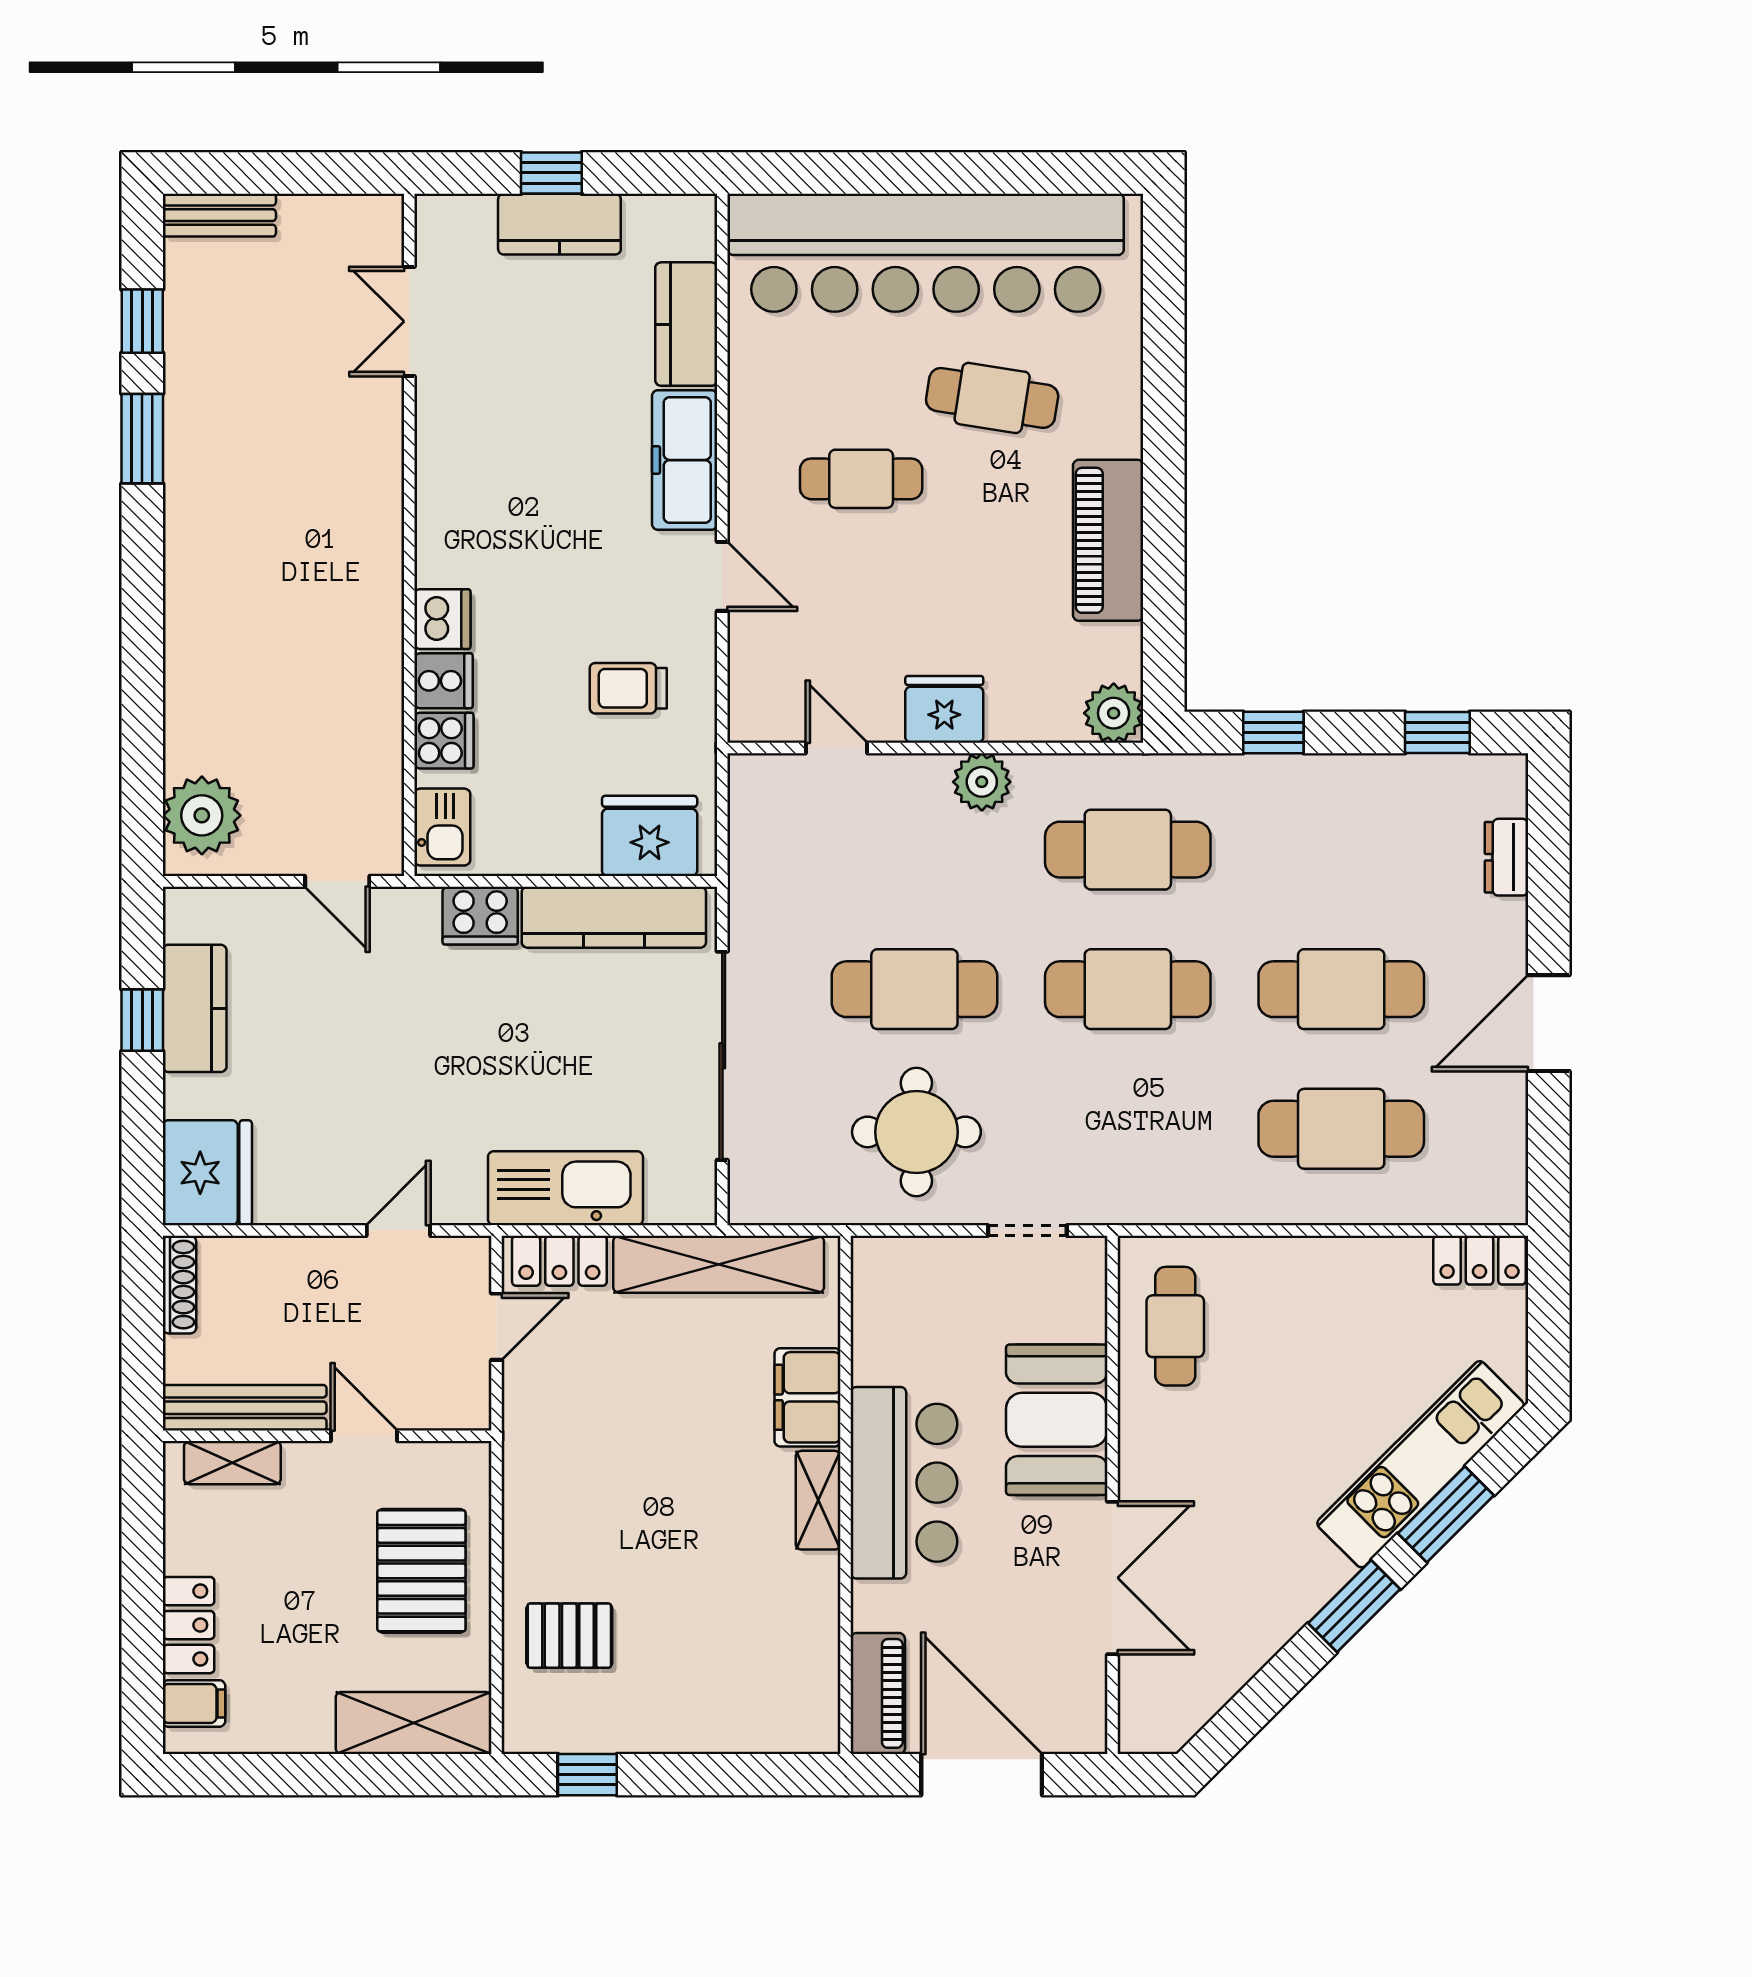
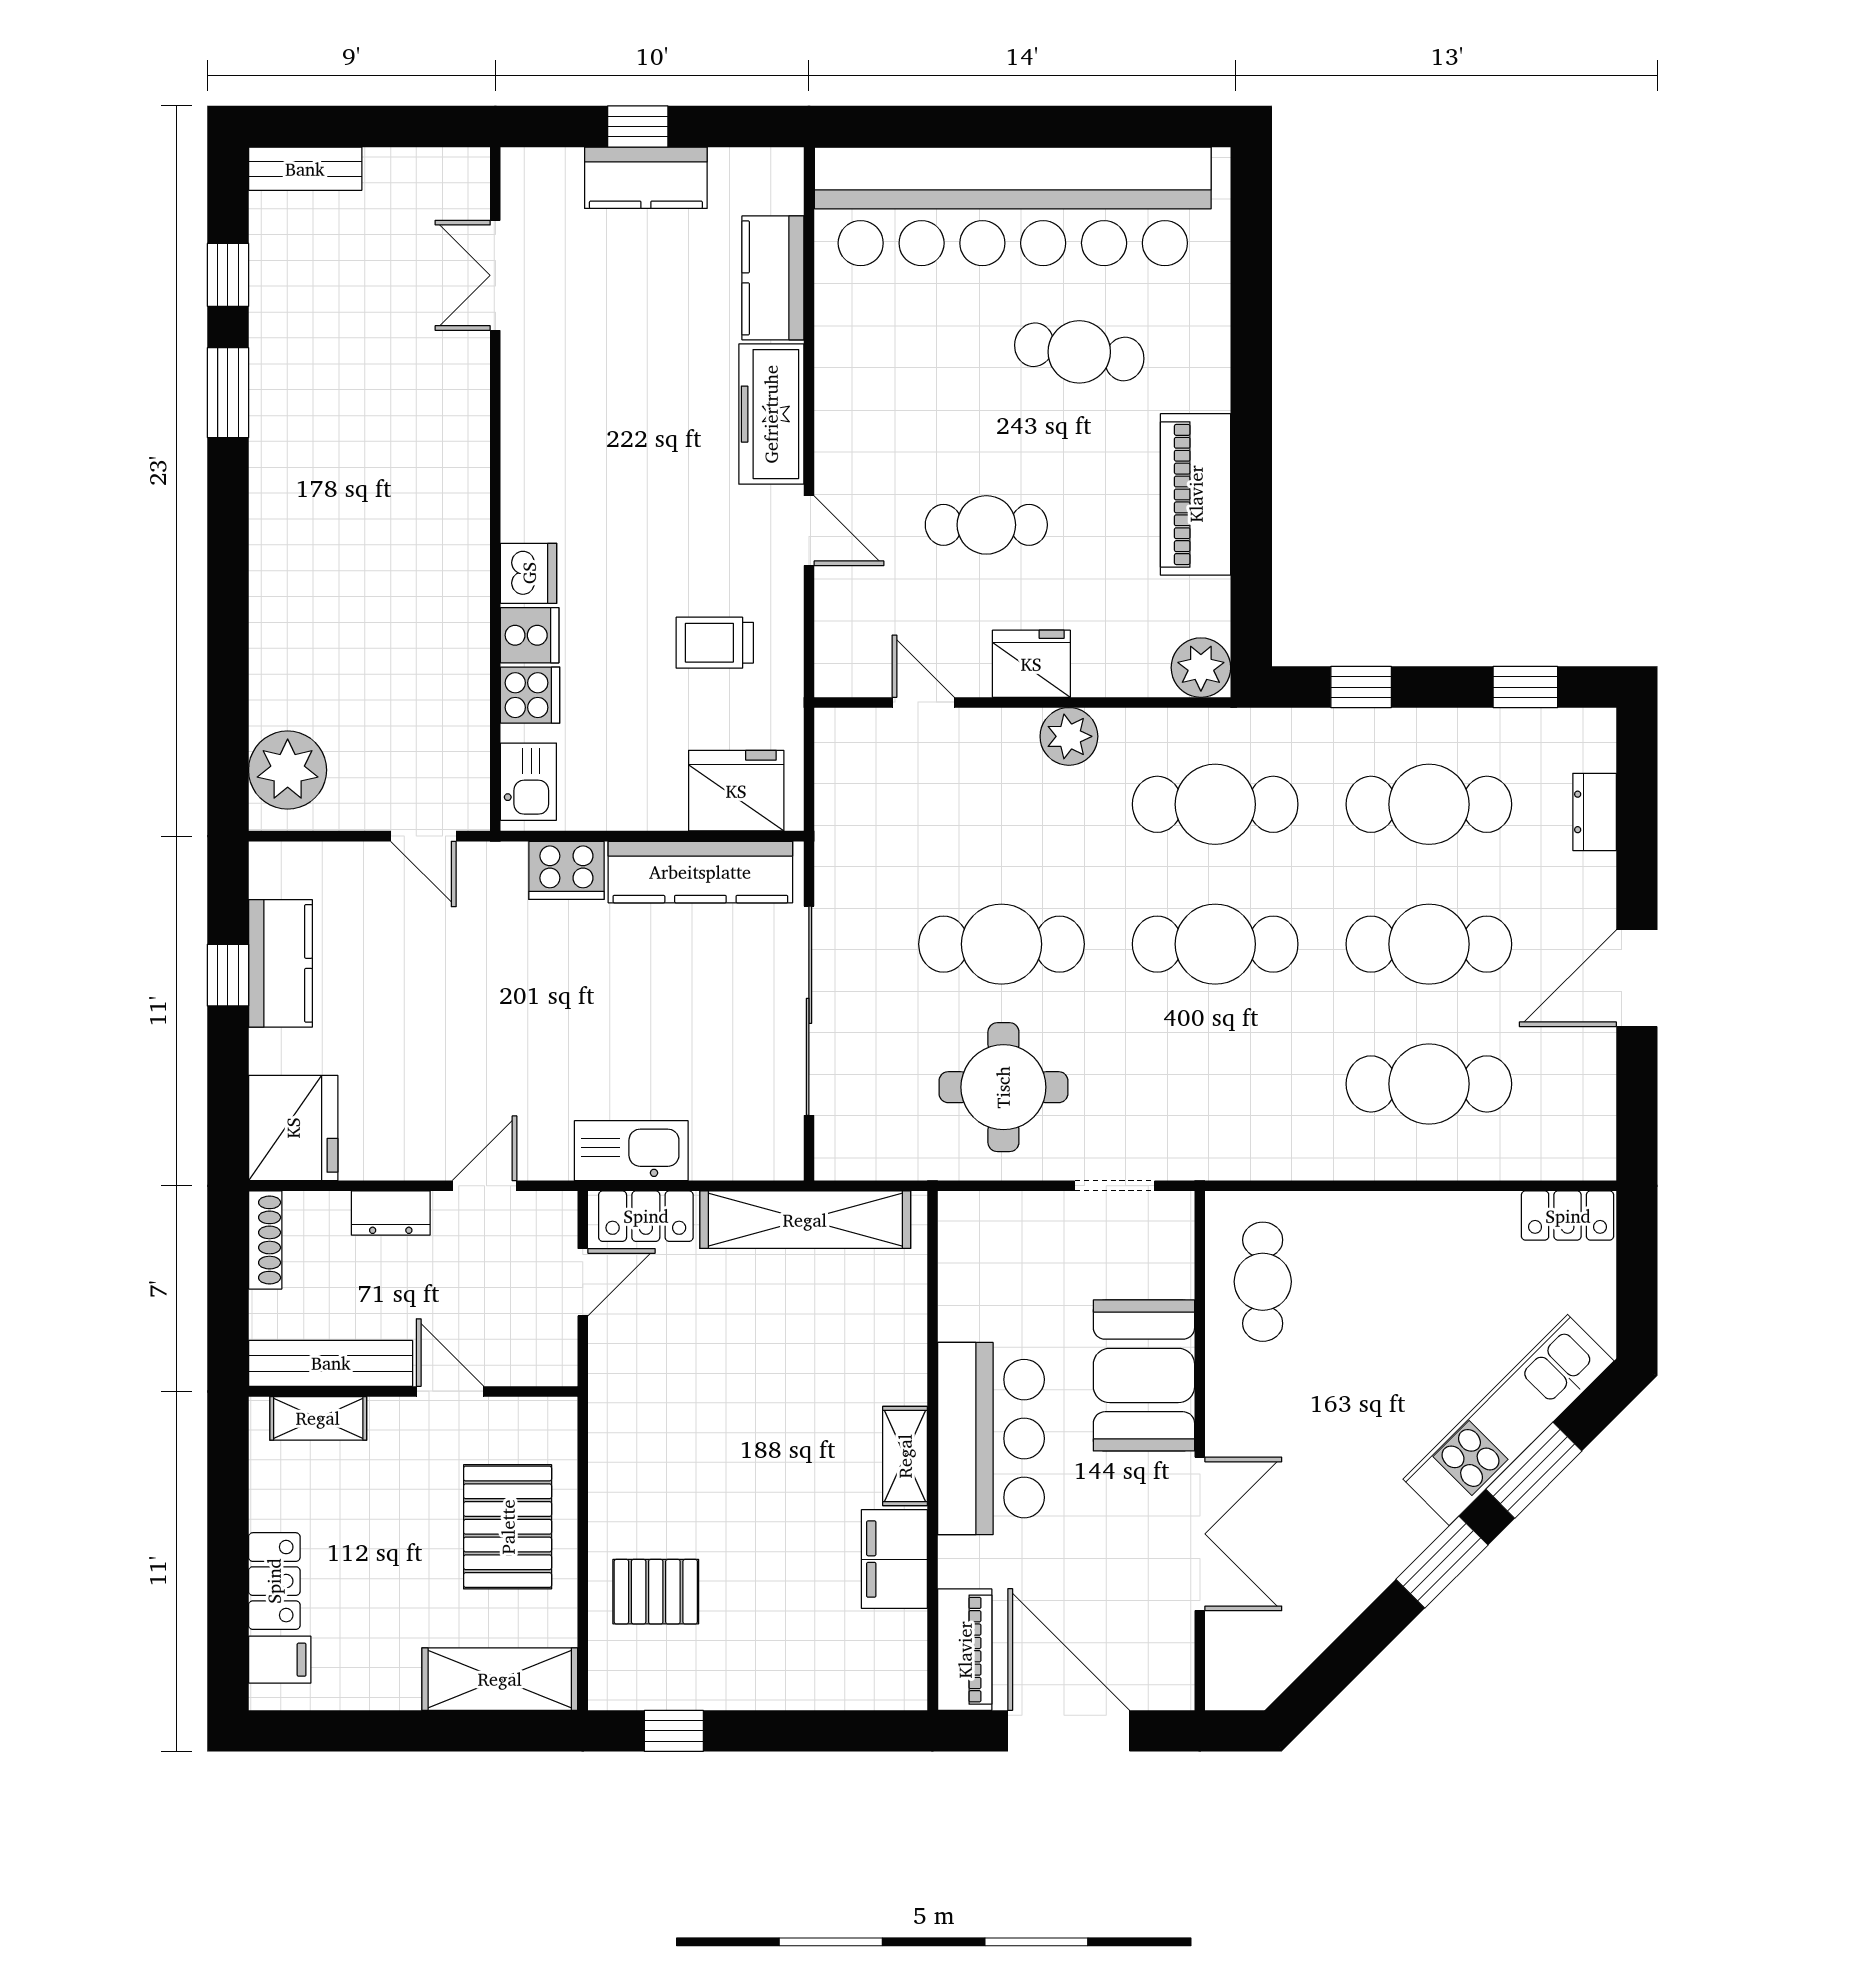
cafe table: (861, 479) -> (986, 525), moved
cafe table: (1341, 850) -> (1429, 804), added
kitchen sink: (565, 1188) -> (631, 1151), width x0.73, depth x0.81
dresser: (305, 1258) -> (391, 1213), added
filing cabinet: (807, 1397) -> (894, 1559), moved

